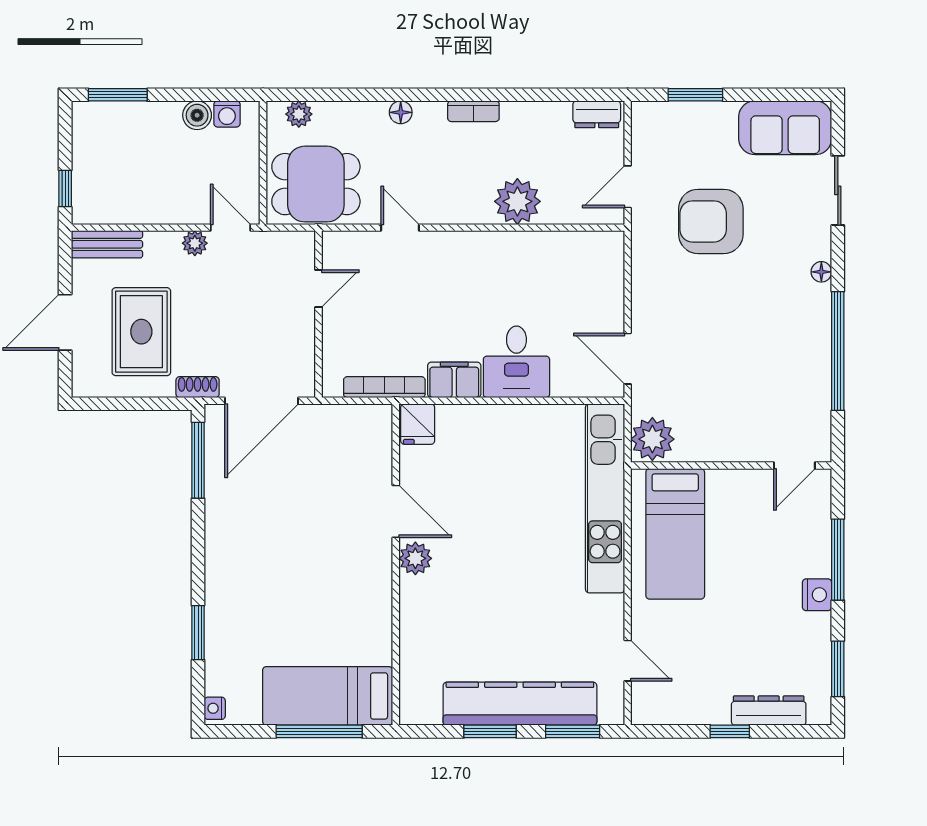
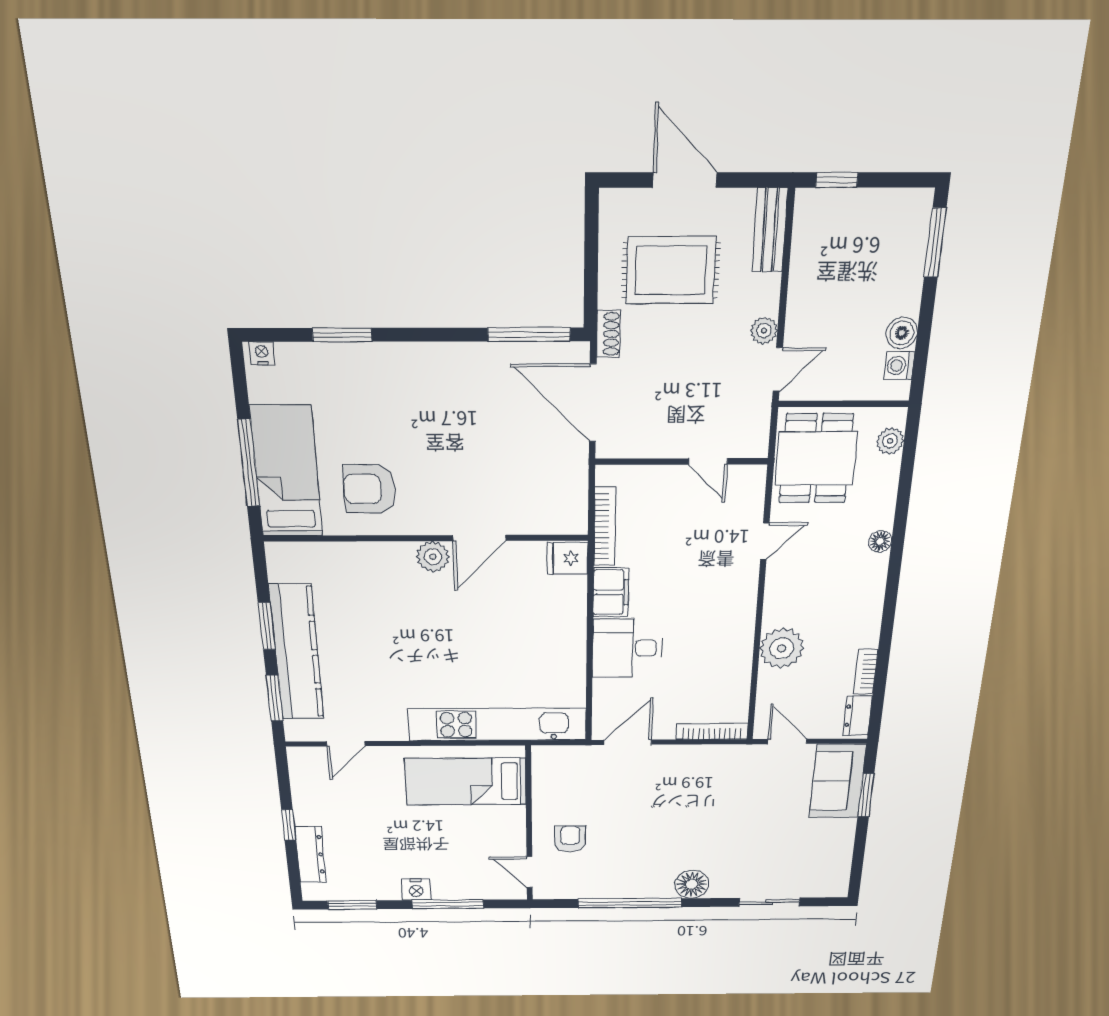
bookcase: (473, 111) -> (866, 672), moved
sofa: (785, 128) -> (838, 781), moved
armchair: (711, 221) -> (570, 839), moved, width x0.53, depth x0.53
bookcase: (615, 269) -> (712, 731), added
floor lamp: (821, 272) -> (692, 884), width x1.89, depth x1.89
plant: (652, 439) -> (553, 763), removed
armchair: (345, 617) -> (370, 489), added

